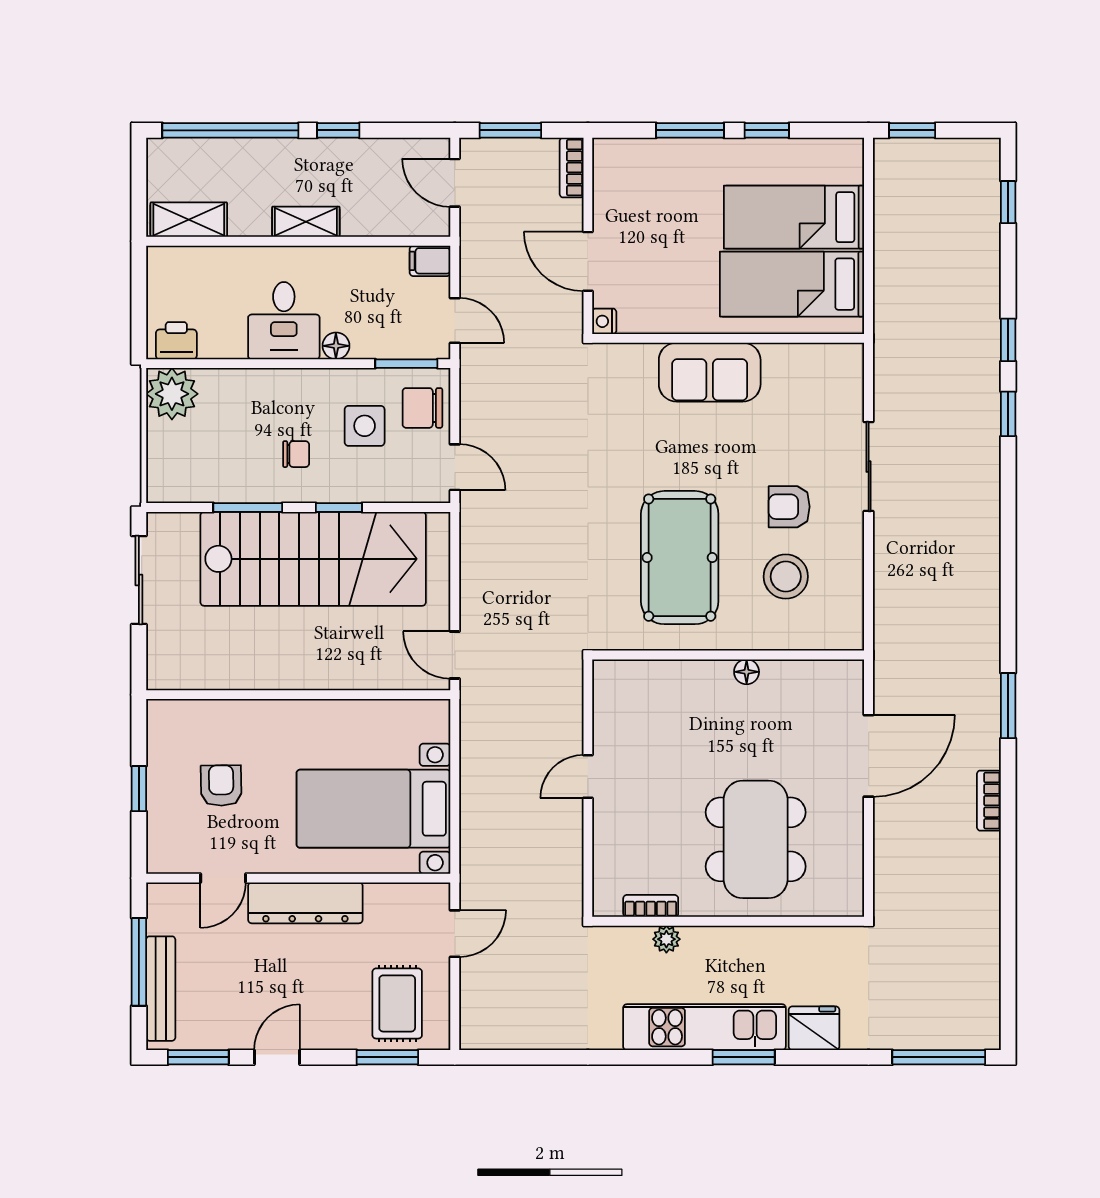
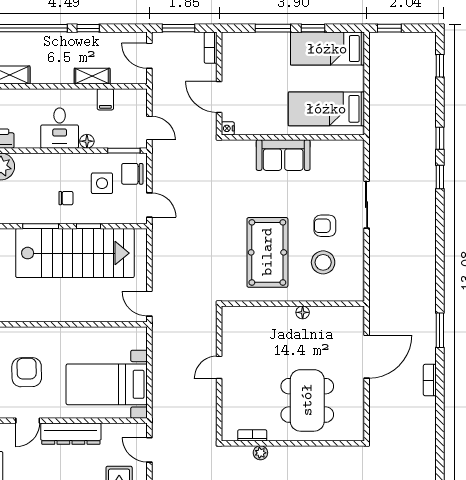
bed: (794, 217) -> (327, 49), moved
shelving: (306, 222) -> (92, 76), moved
filing cabinet: (430, 261) -> (105, 99), moved, turned -90
armchair: (221, 786) -> (27, 372), width x1.38, depth x1.38
door: (455, 934) -> (149, 450), swing flipped

